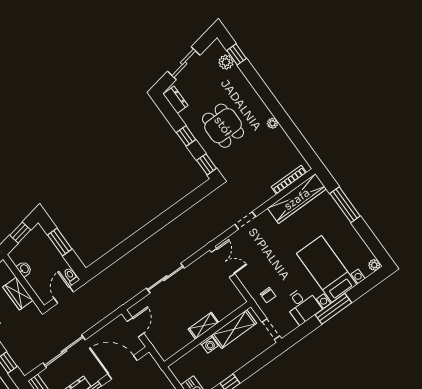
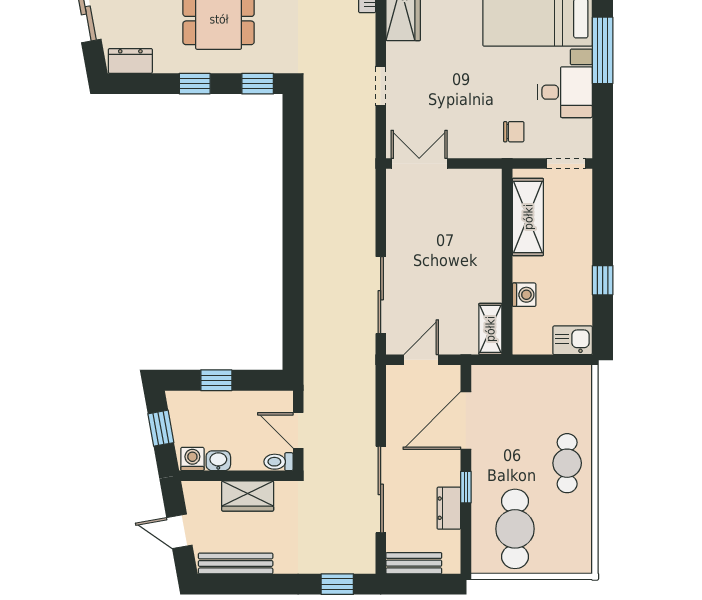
window: (60, 242) -> (216, 380), width x0.67
washing machine: (17, 257) -> (192, 459), added
toilet: (71, 276) -> (278, 462), moved
sliding door: (165, 278) -> (381, 295), moved
shelving: (203, 326) -> (490, 329), moved
door: (135, 327) -> (421, 360), hinge flipped
washing machine: (209, 344) -> (524, 295), moved

